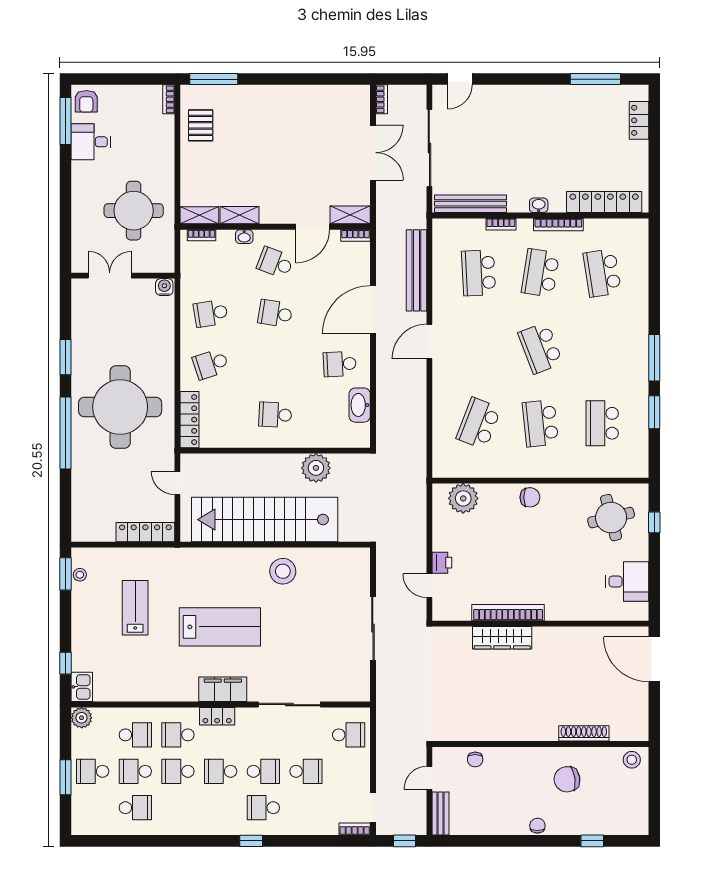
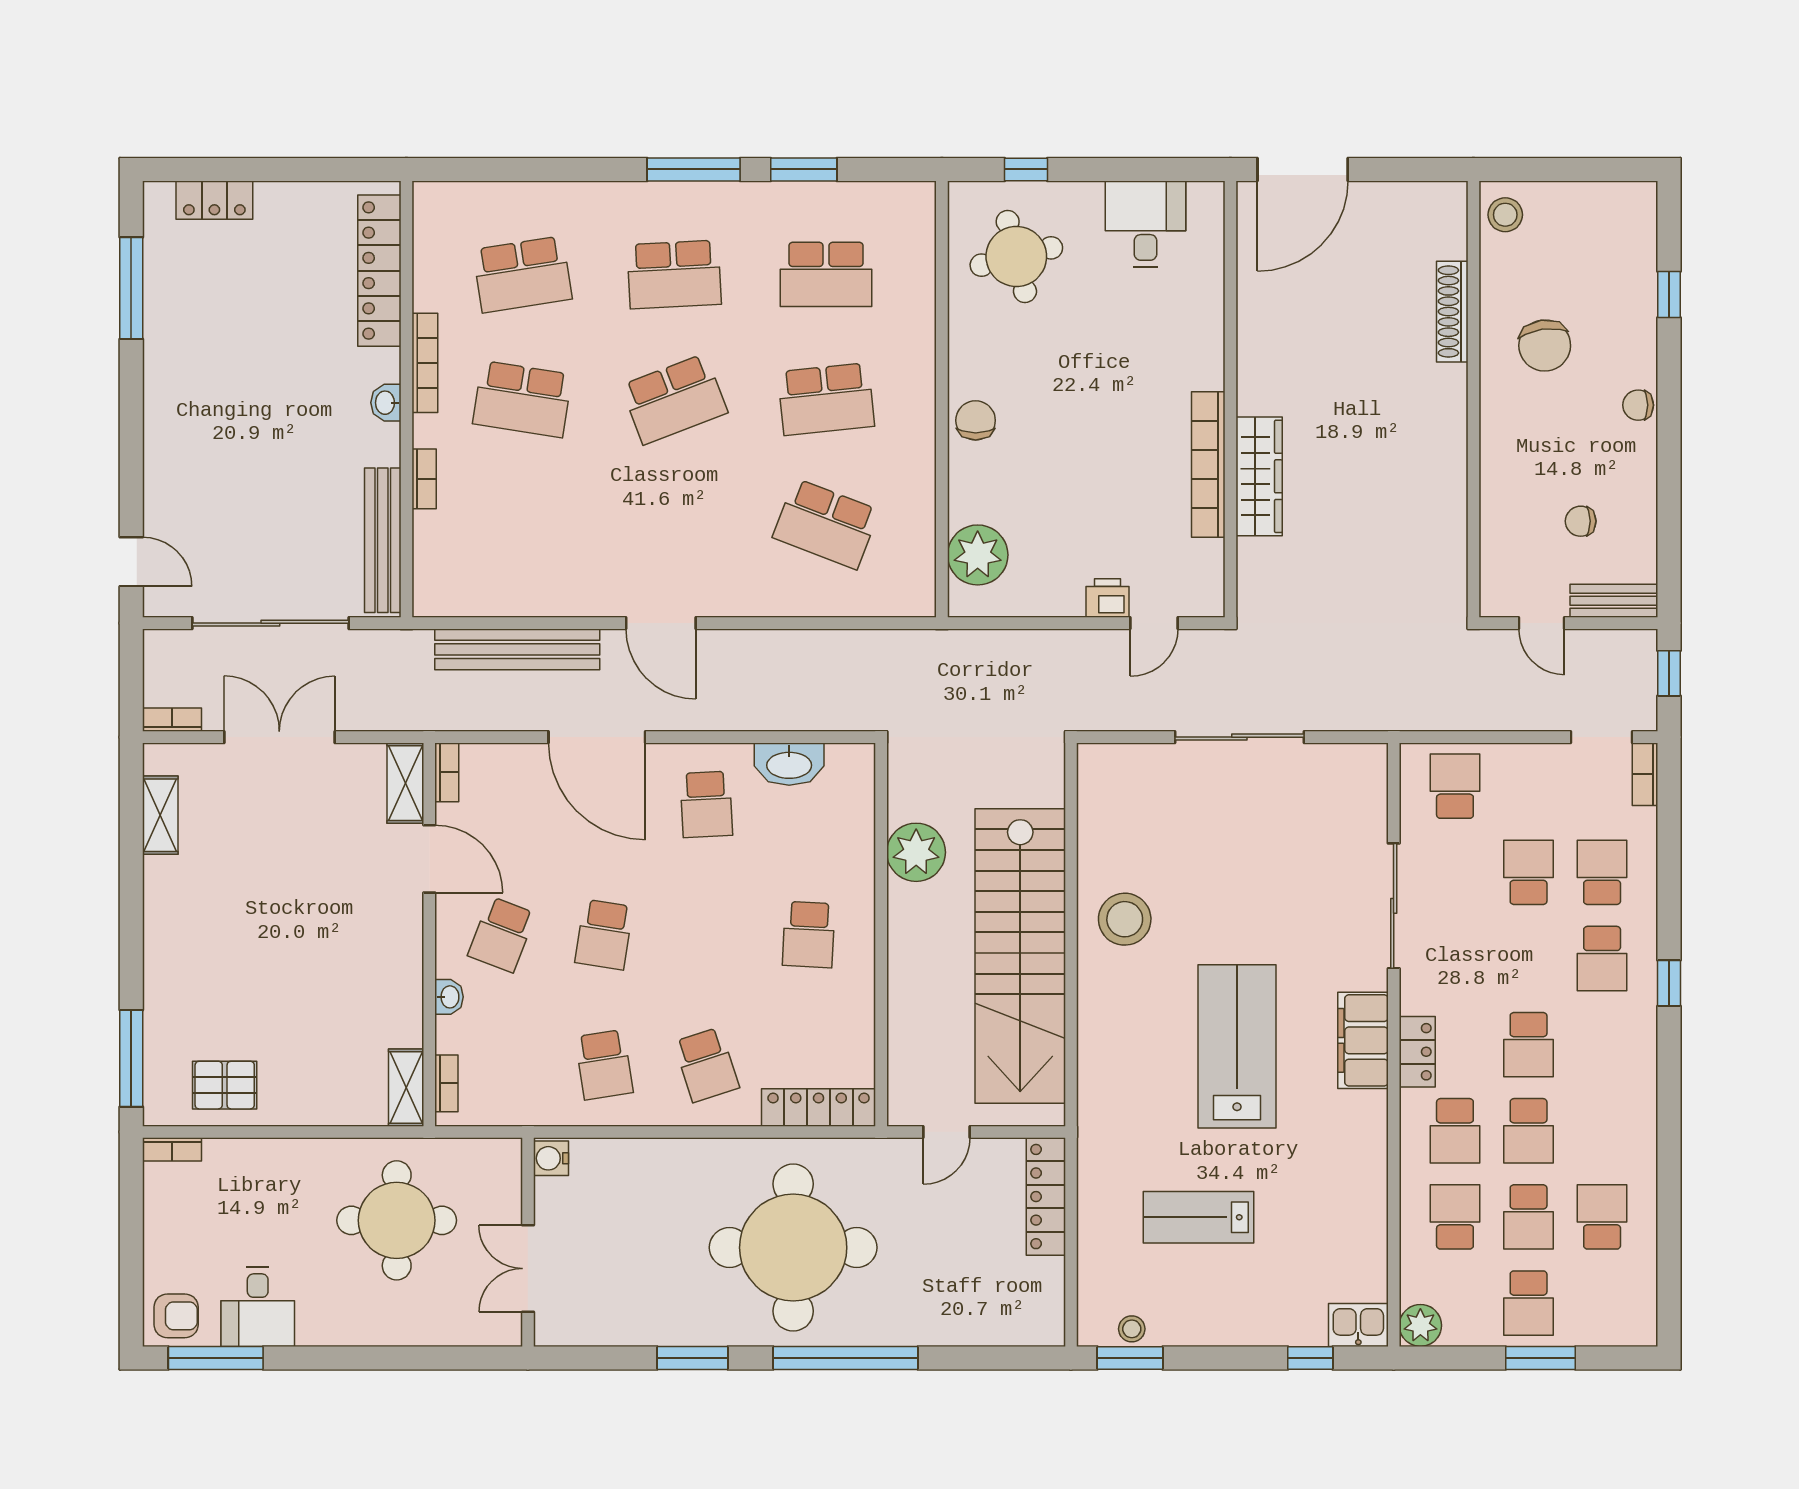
shelving: (239, 215) -> (160, 815), moved
school desk: (479, 273) -> (674, 274), moved
chair: (475, 759) -> (1581, 521), moved, turned 180
school desk: (263, 771) -> (1602, 872), moved

